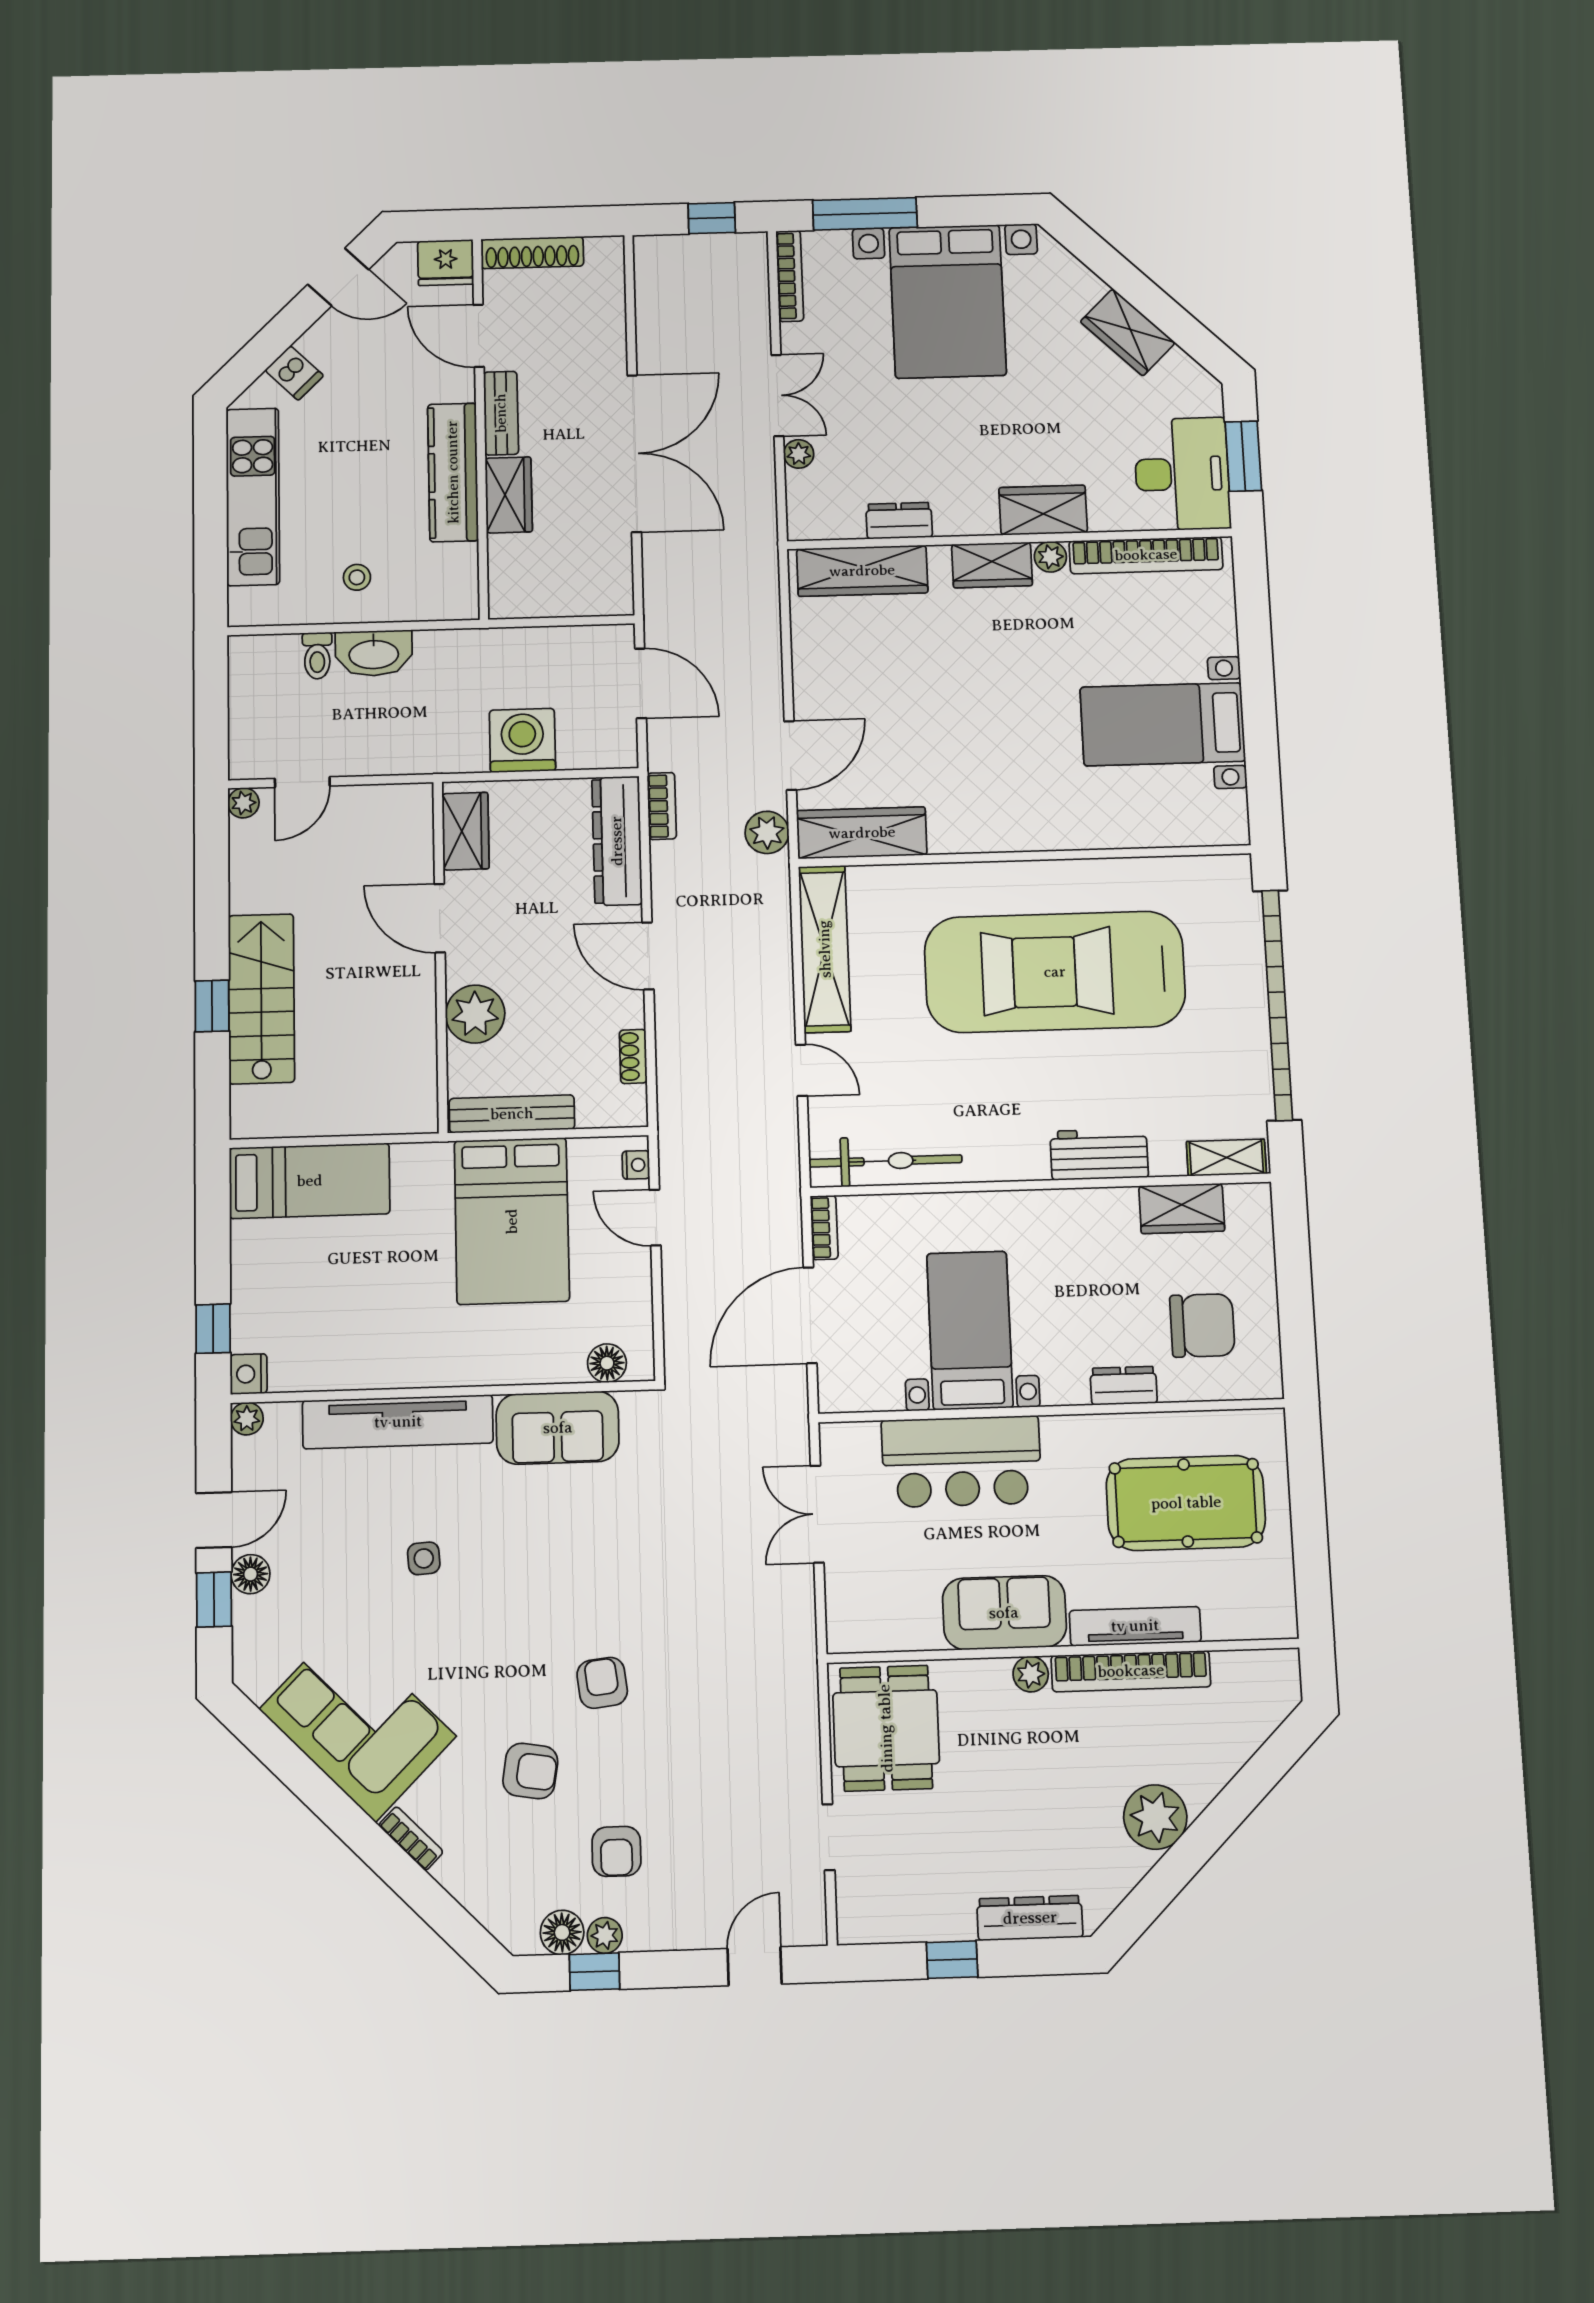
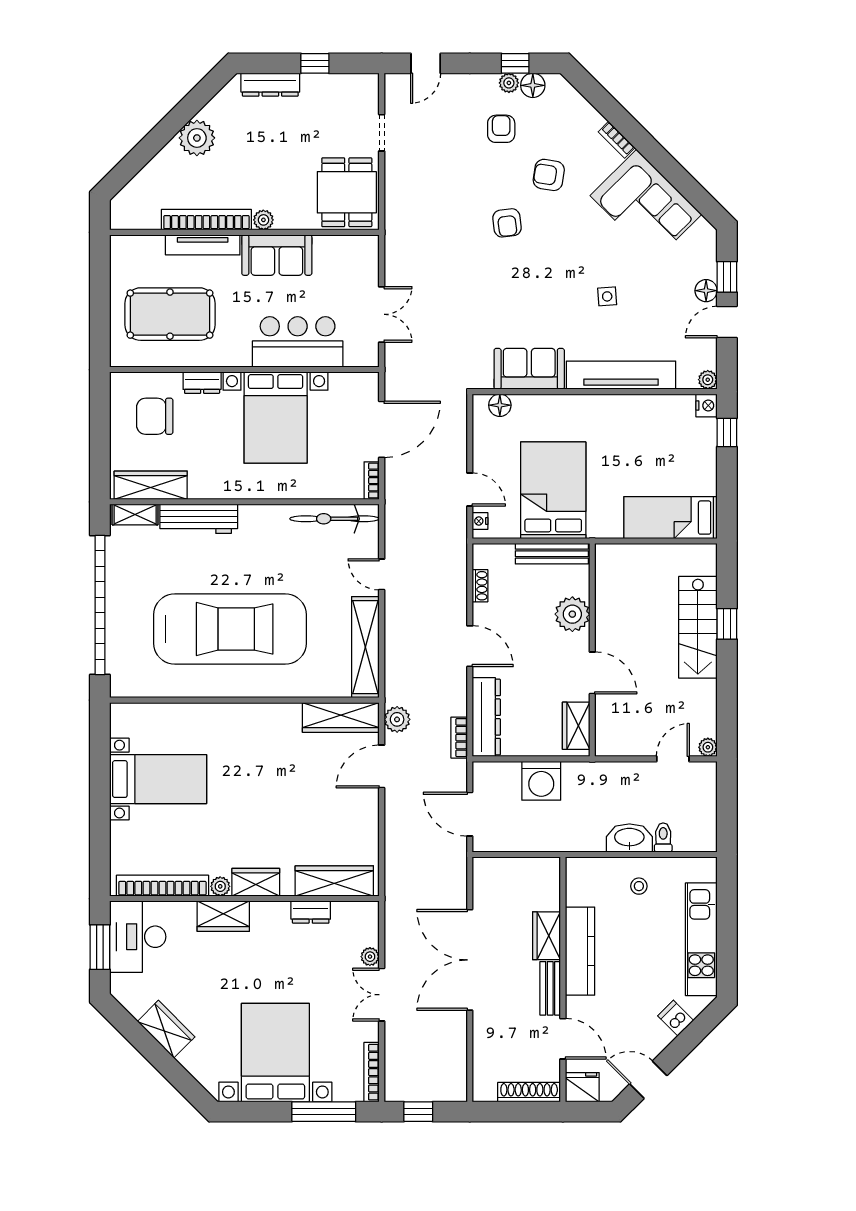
workbench: (1099, 1154) -> (199, 519), width x1.38
wardrobe: (1182, 1208) -> (151, 485), width x1.50
bed with nightstands: (970, 1330) -> (276, 418), width x1.36

